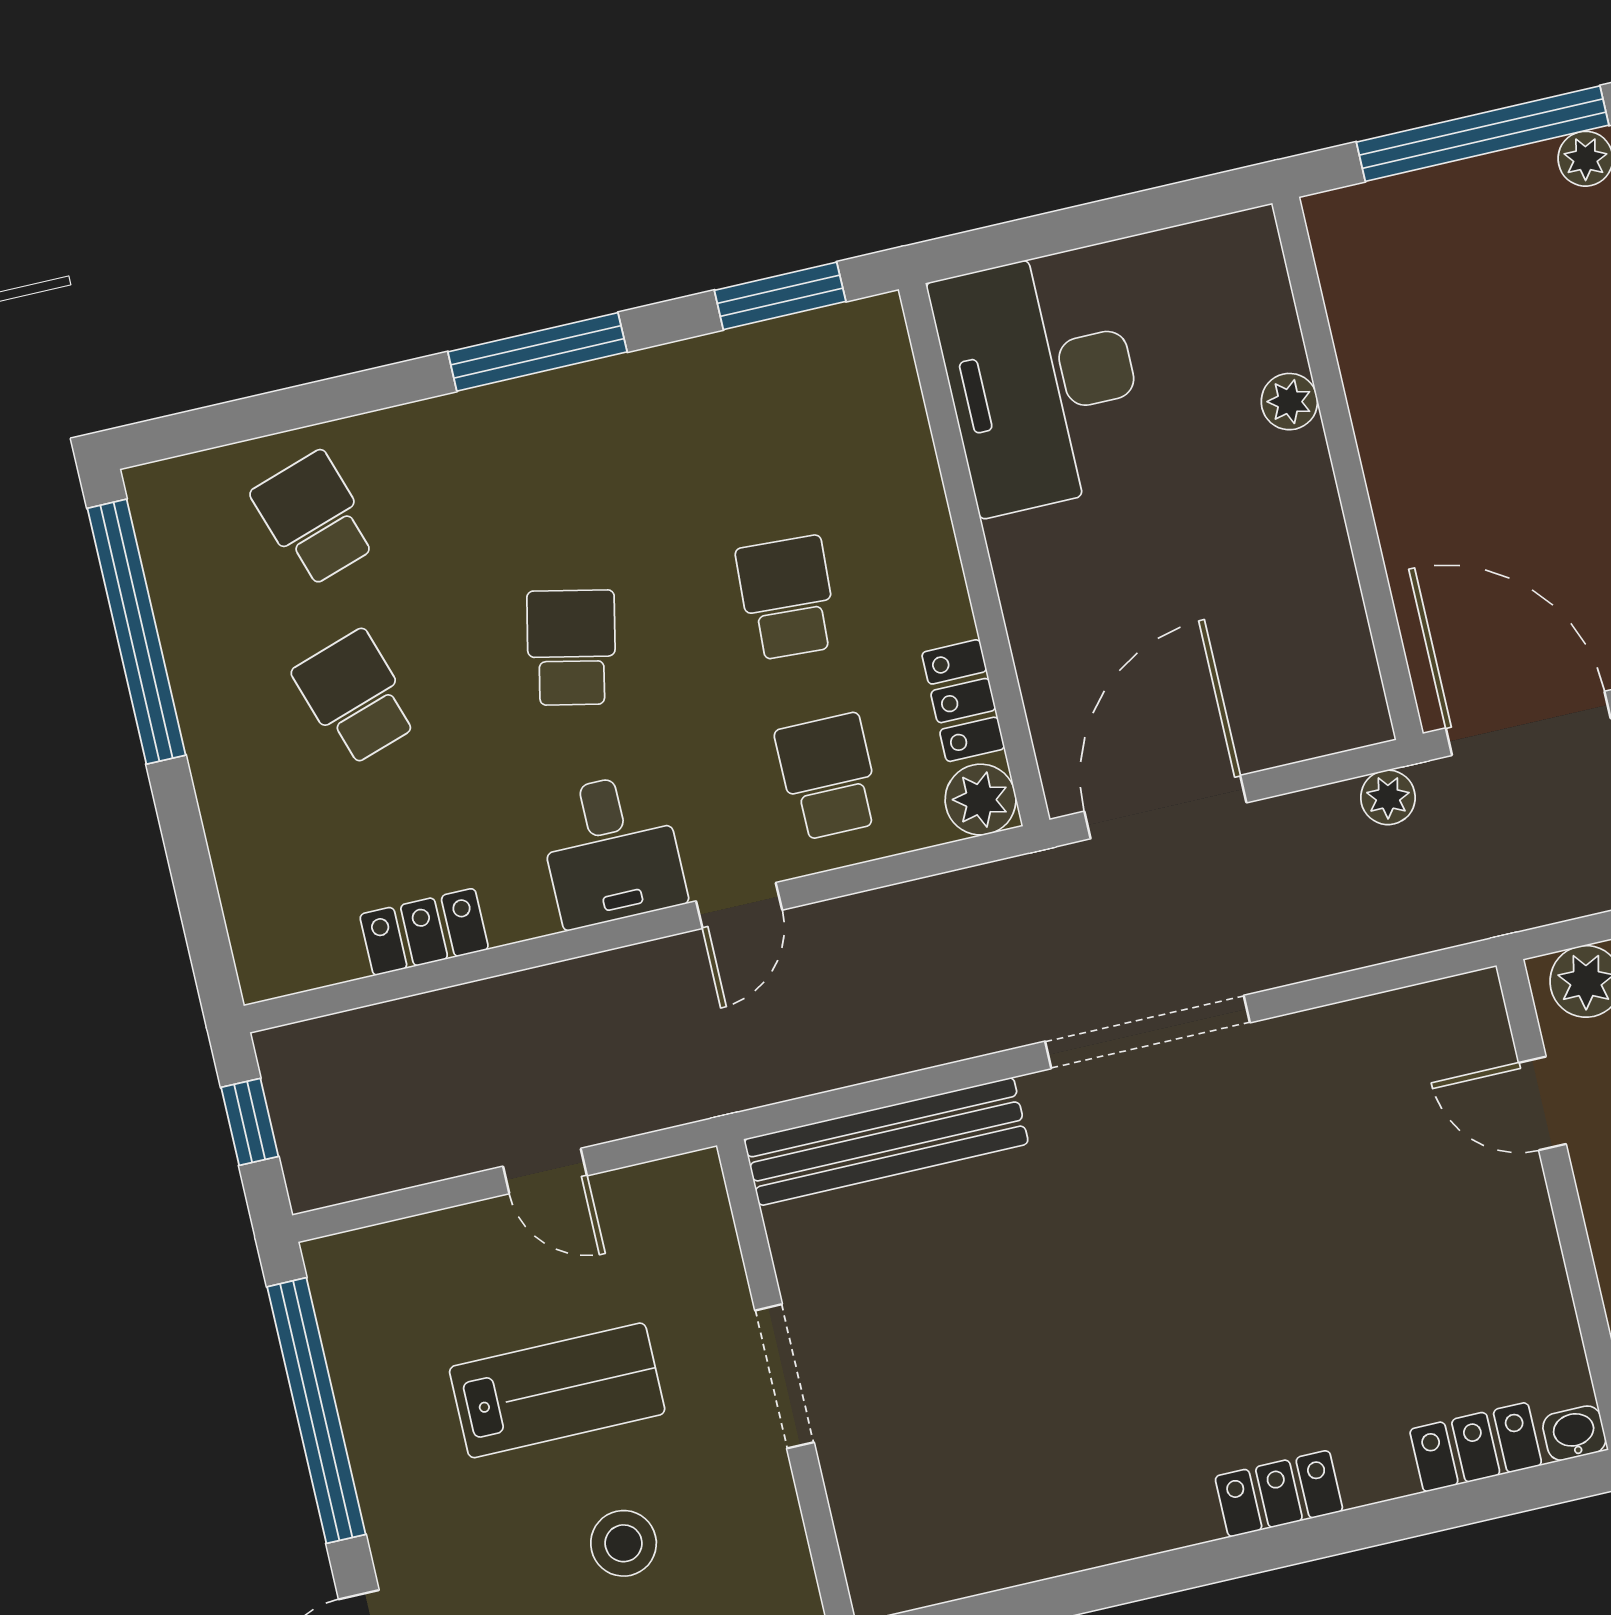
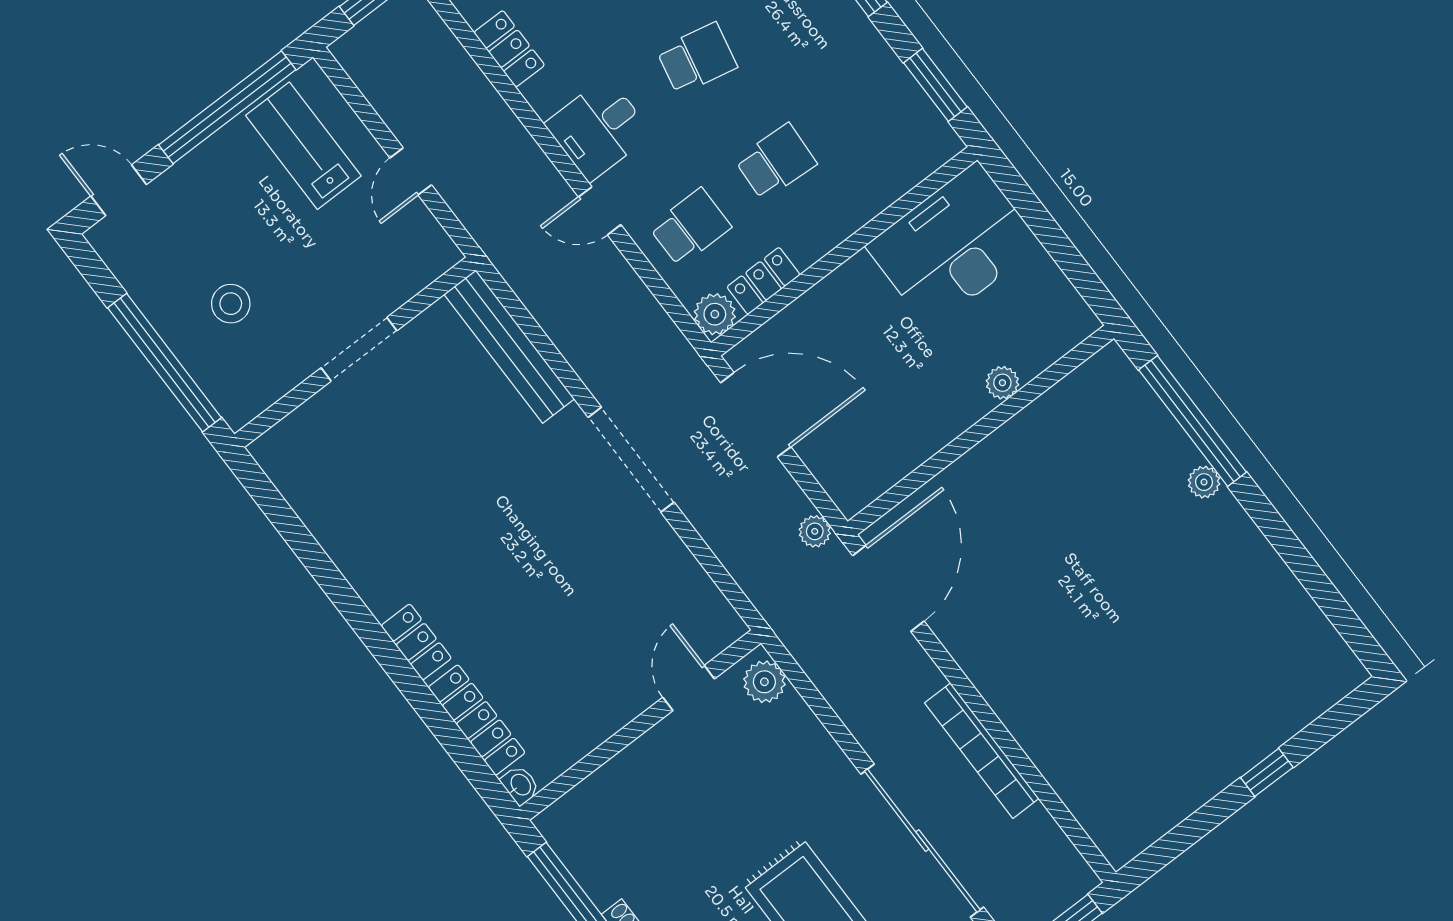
lab bench: (557, 1390) -> (303, 146), moved, turned 180
locker: (1476, 1447) -> (477, 720), width x1.53

